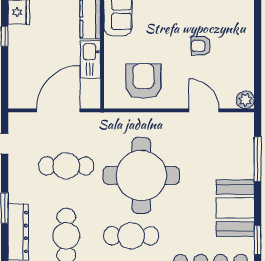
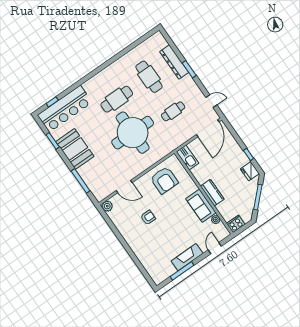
kitchen sink: (90, 59) -> (187, 158), moved
door: (58, 110) -> (208, 128), moved
cafe table: (66, 166) -> (173, 111), width x0.73, depth x0.74

